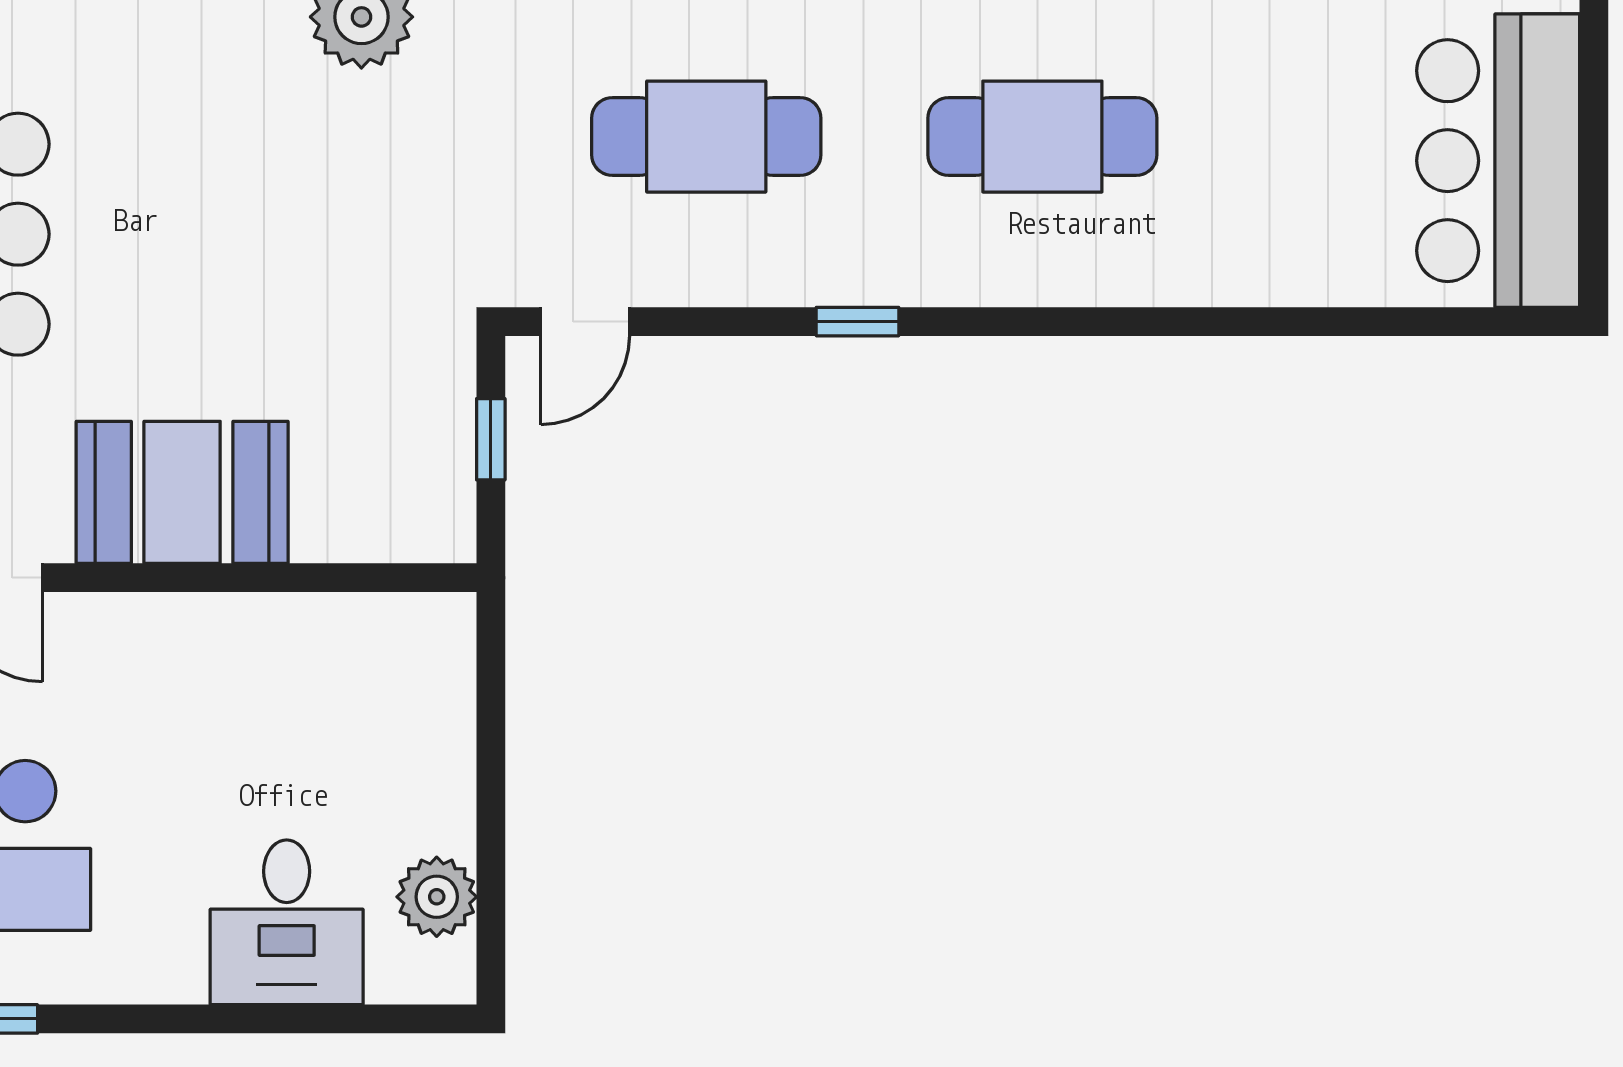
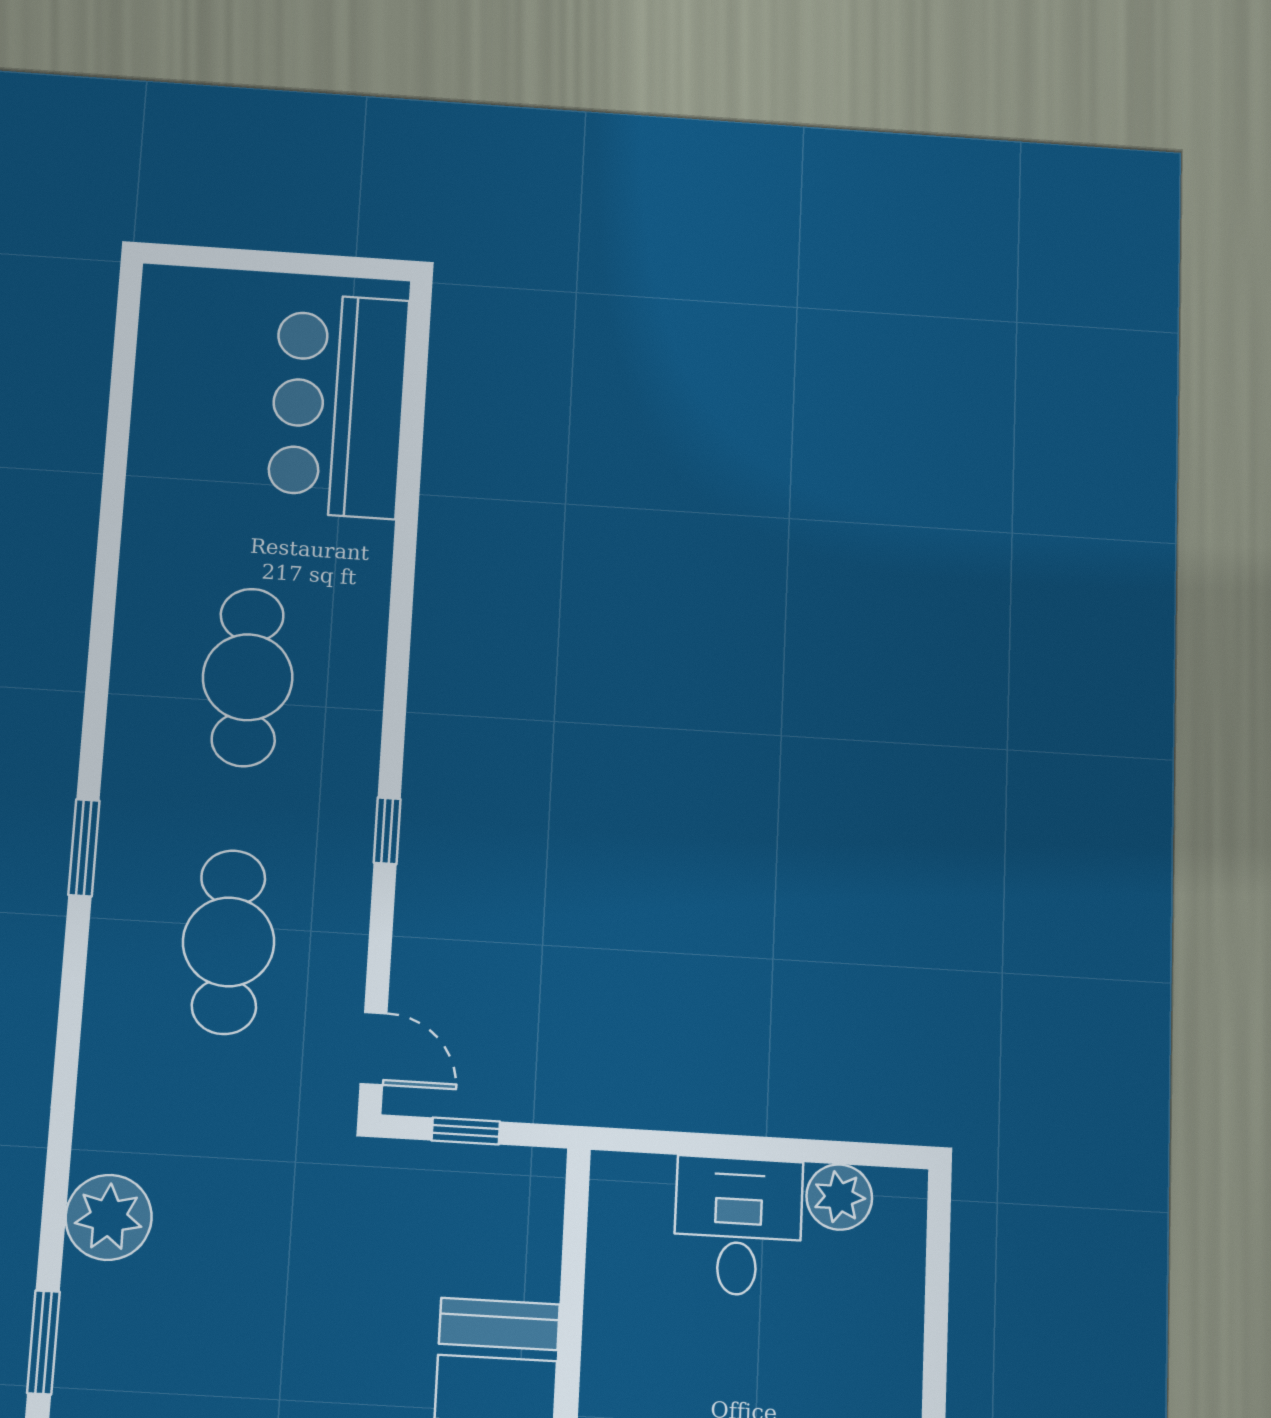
bar counter: (1498, 161) -> (338, 405), moved, turned 90
desk: (287, 922) -> (738, 1226), moved, turned -90

